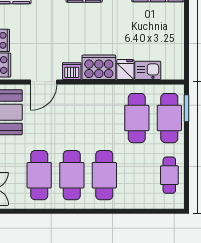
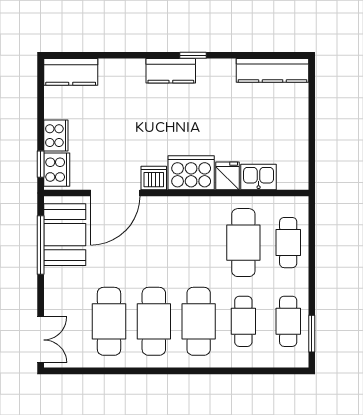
door: (44, 82) -> (115, 193), width x1.36
window: (186, 108) -> (312, 334), moved
cafe table: (169, 118) -> (288, 243), width x0.73, depth x0.74
cafe table: (137, 175) -> (243, 321), added

